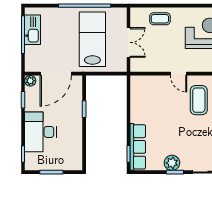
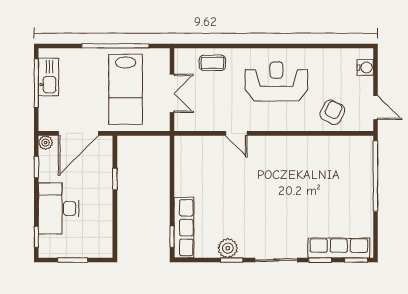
lab bench: (92, 39) -> (126, 89), turned 180
coffee table: (199, 100) -> (262, 167), removed

